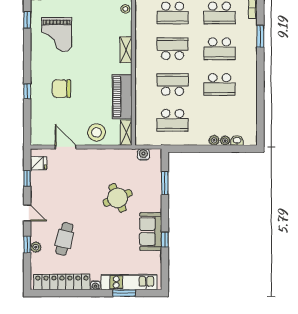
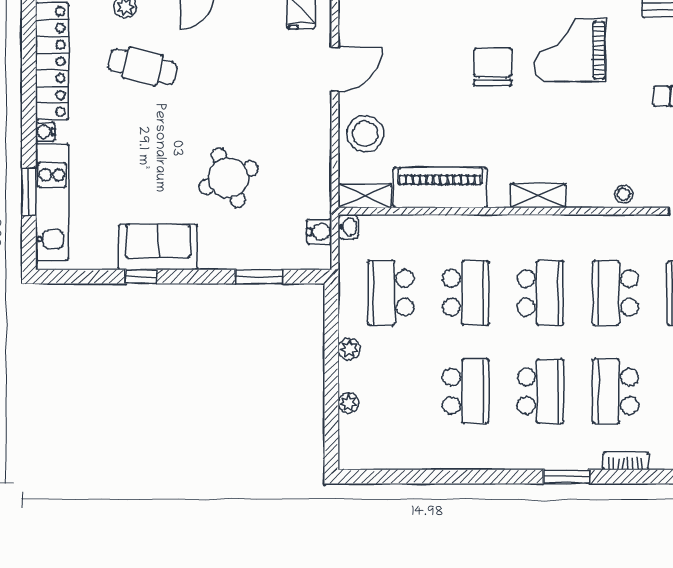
school desk: (220, 49) -> (540, 391), turned 180
school desk: (220, 84) -> (466, 391), turned 180
chair: (61, 89) -> (493, 67), moved
plant: (214, 140) -> (349, 349), moved
washbasin: (237, 141) -> (348, 227), moved

